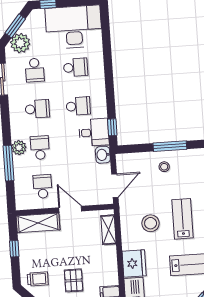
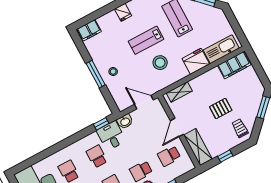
pallet: (74, 280) -> (221, 109), moved

